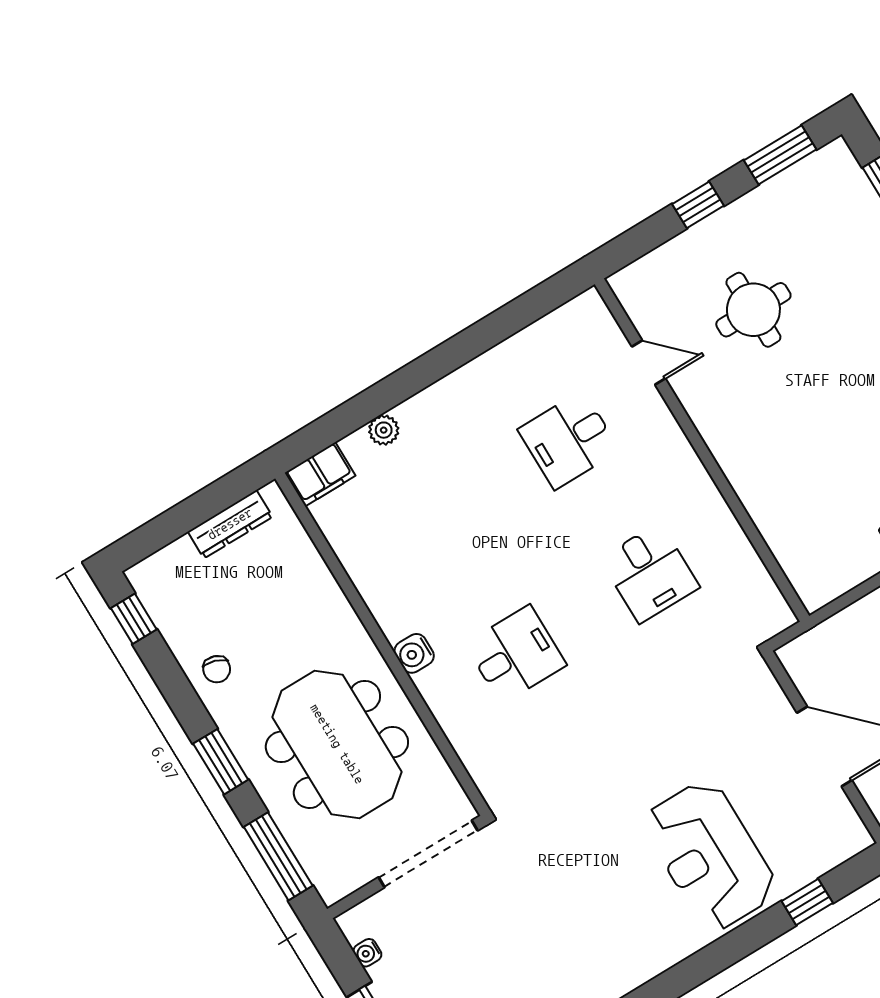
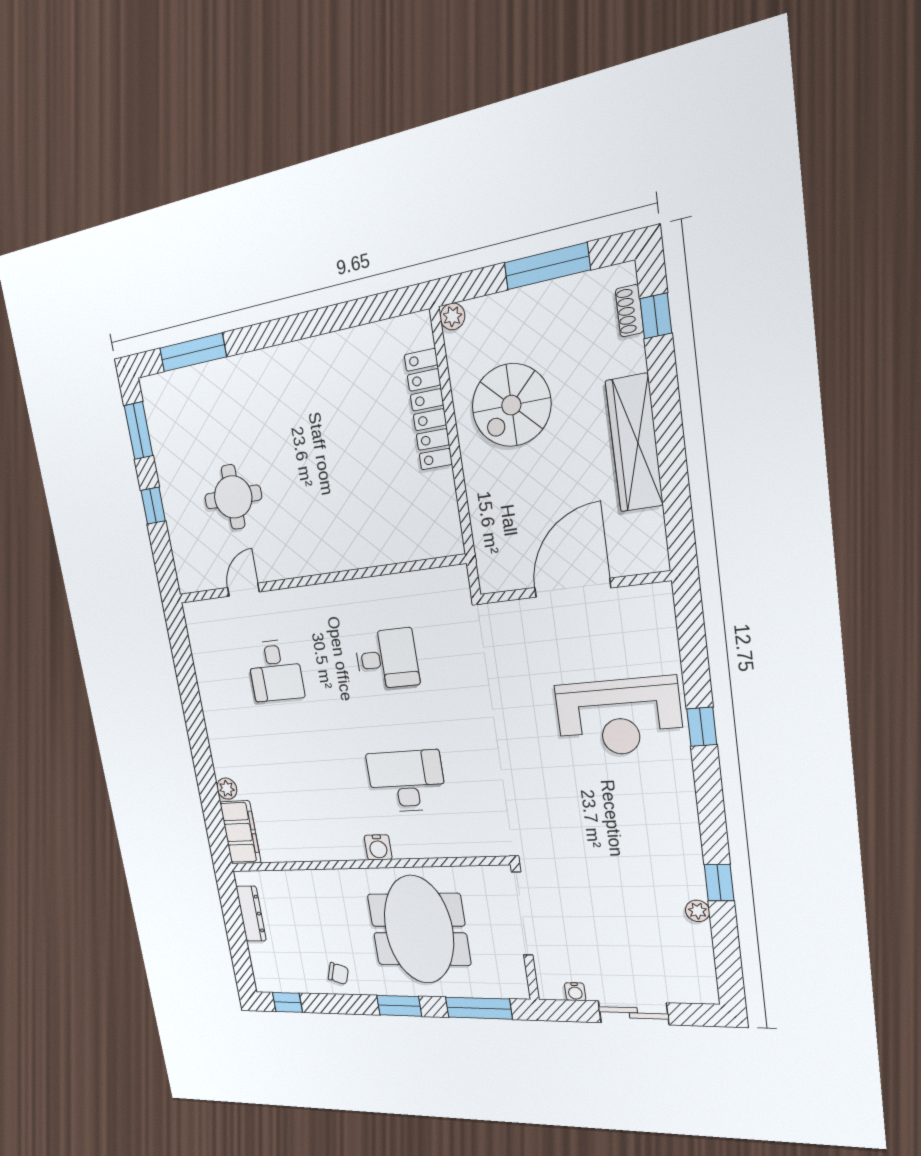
filing cabinet: (320, 474) -> (240, 832), width x1.50, depth x1.17
desk: (516, 654) -> (406, 781), width x1.37
meeting table: (337, 744) -> (419, 929), turned 90
window: (807, 902) -> (702, 727), moved

